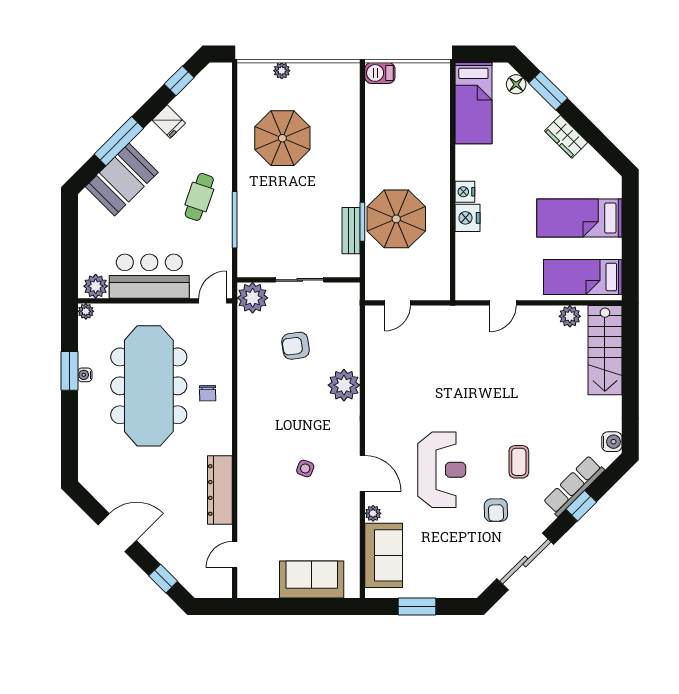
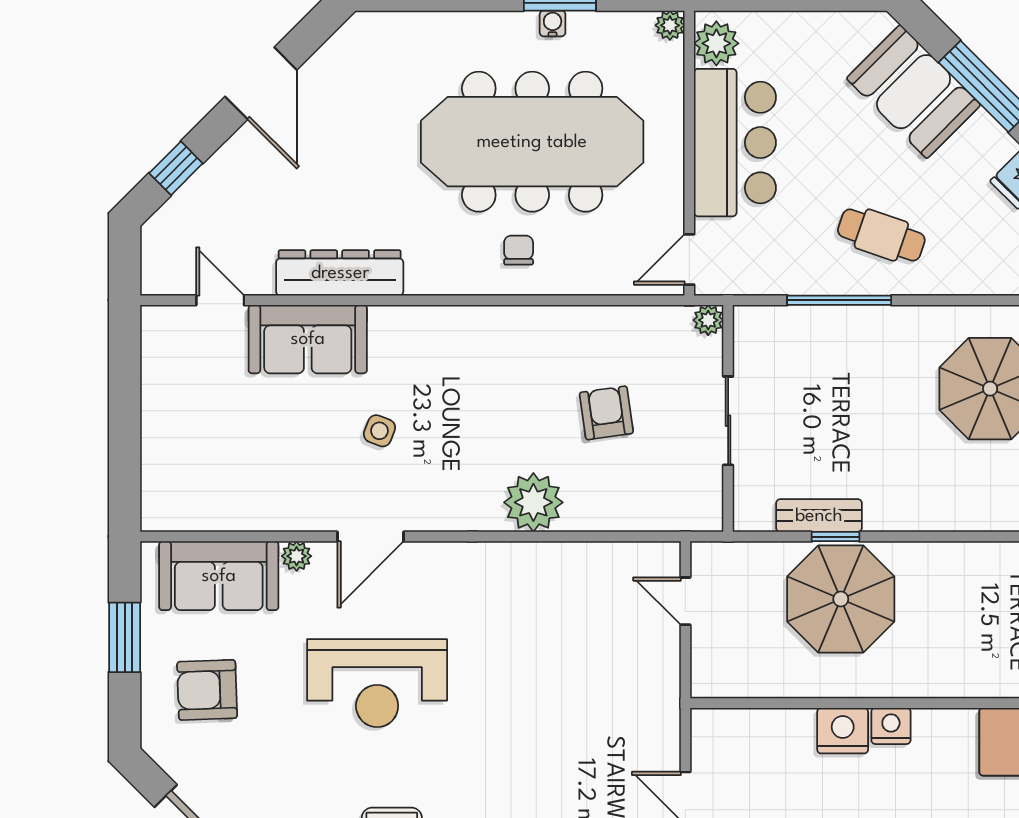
window: (362, 222) -> (835, 537), width x0.67
plant: (253, 298) -> (708, 320), width x0.53, depth x0.53
door: (212, 301) -> (689, 259), swing flipped
chair: (208, 393) -> (519, 250), turned 91
armchair: (496, 510) -> (207, 690), moved, width x1.38, depth x1.38
sofa: (312, 579) -> (308, 339), moved, turned 90

